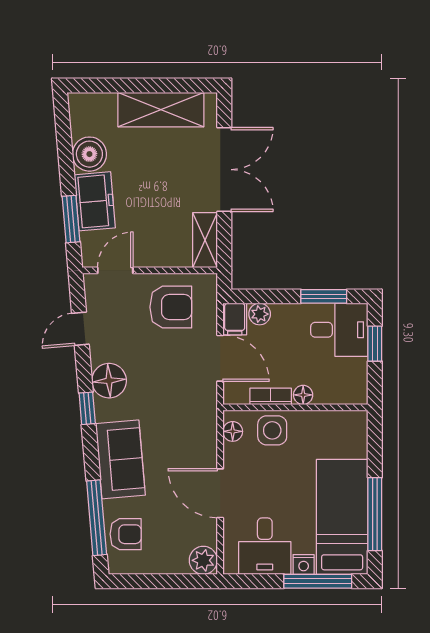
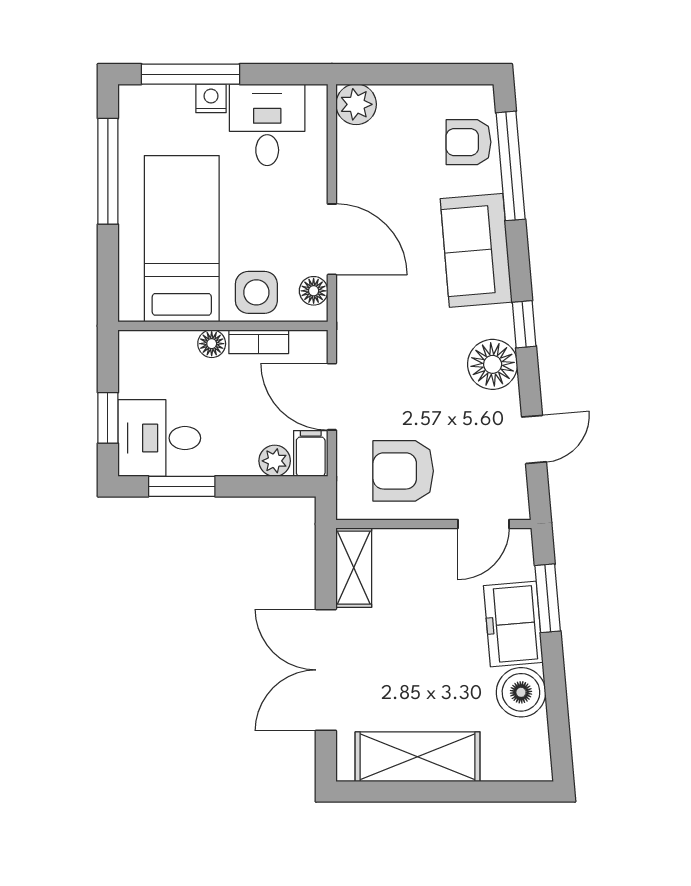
door: (220, 493) -> (332, 239), moved
bed: (342, 517) -> (182, 239), moved, turned 180

